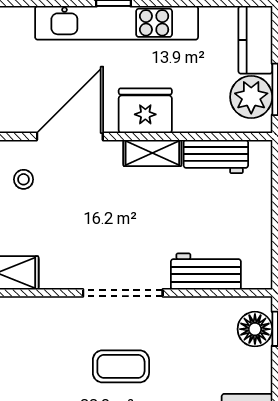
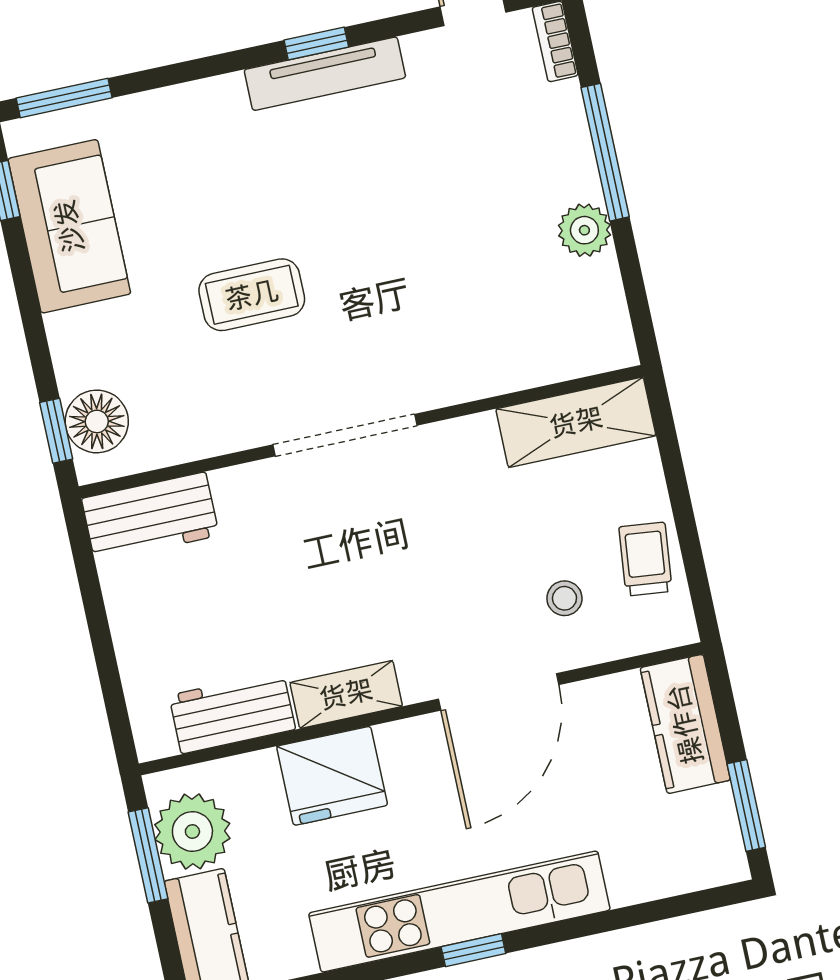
fridge: (145, 111) -> (332, 776), moved
workbench: (206, 271) -> (150, 517), moved
coffee table: (121, 366) -> (252, 295), moved

